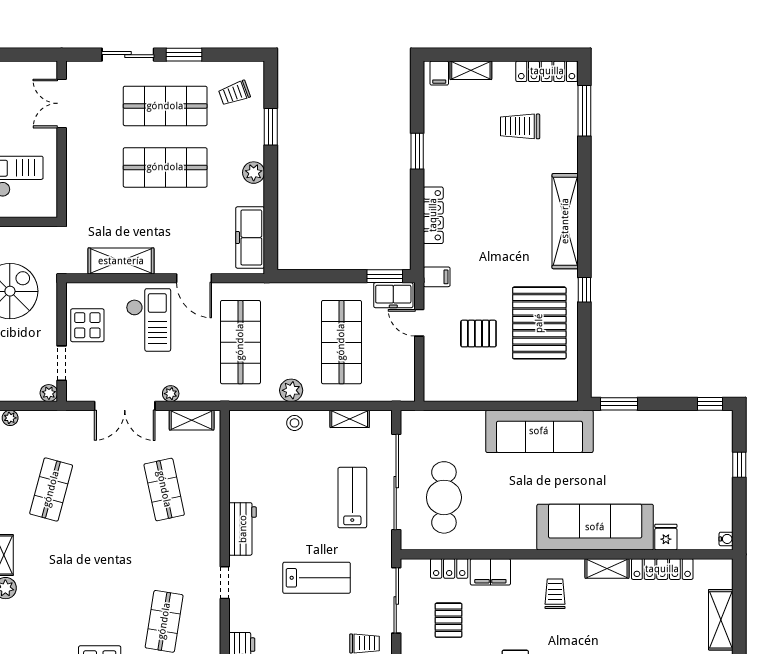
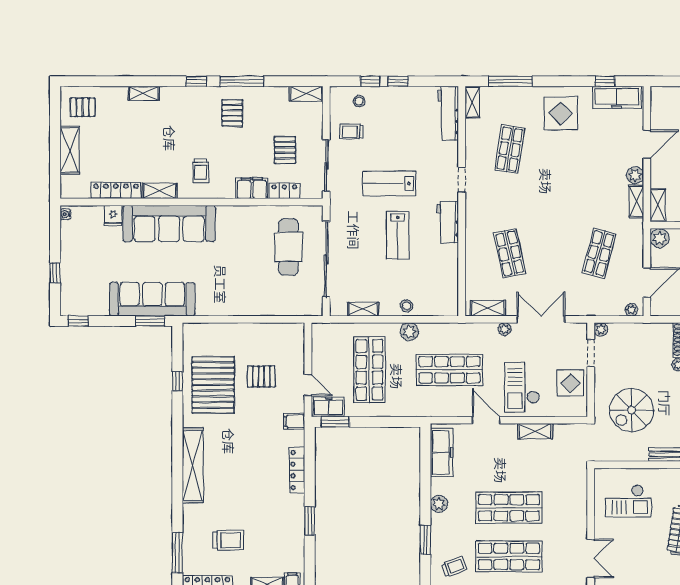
shelving: (121, 261) -> (535, 431), width x0.67, depth x0.75
window: (584, 290) -> (177, 381), moved
shop shelf: (240, 342) -> (449, 370), turned 90
sofa: (539, 431) -> (152, 299), moved
lab bench: (352, 498) -> (398, 235), moved

